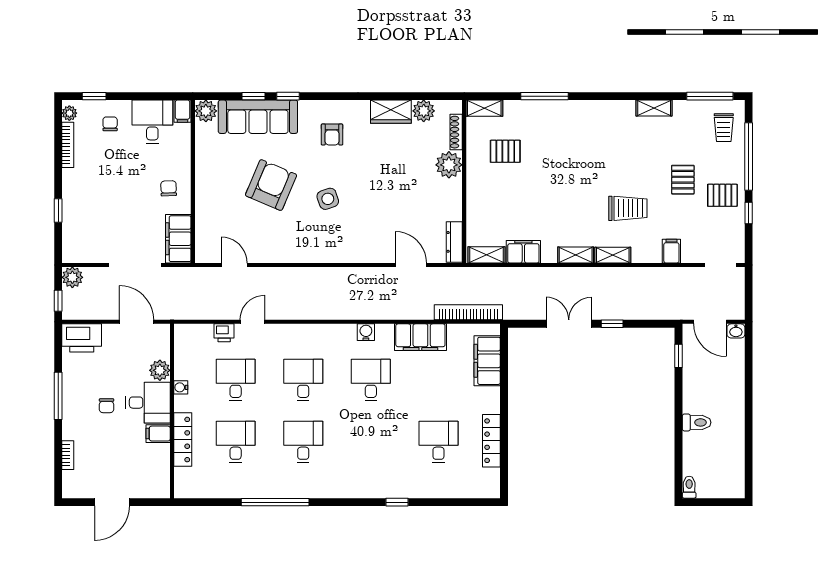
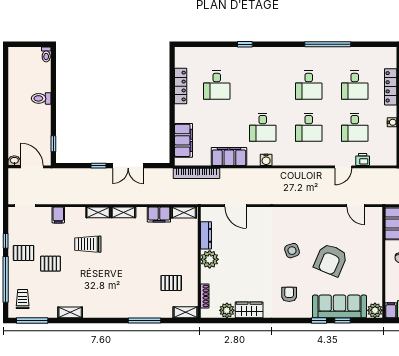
plant: (449, 165) -> (210, 259), moved
pallet: (683, 180) -> (50, 264), turned 90
dresser: (454, 242) -> (206, 235), moved

